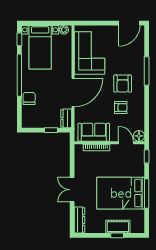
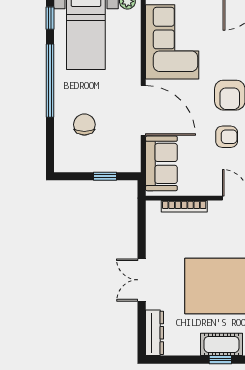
door: (73, 92) -> (143, 110), hinge flipped
chair: (29, 98) -> (84, 125), moved
dresser: (66, 118) -> (131, 156), removed
sofa: (94, 132) -> (161, 163), moved, turned 90

